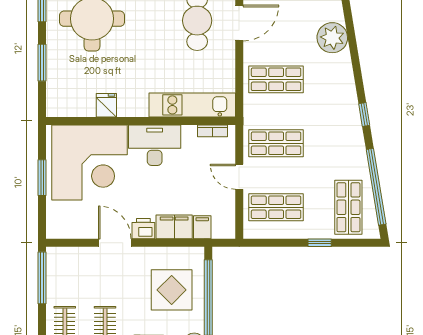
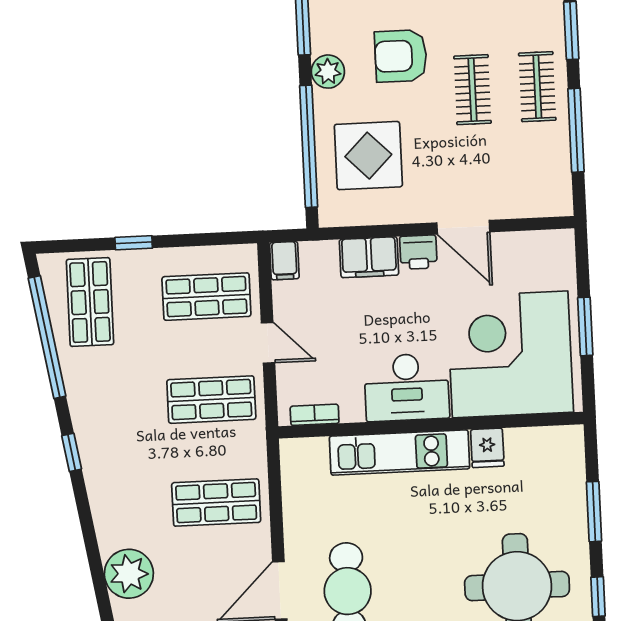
kitchen unit: (192, 105) -> (400, 453), moved
filing cabinet: (202, 227) -> (284, 261), moved
window: (42, 278) -> (576, 130), moved

